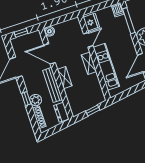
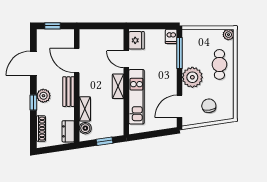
boiler: (49, 31) -> (85, 128), moved
door: (88, 40) -> (126, 59), swing flipped
shelving: (65, 78) -> (85, 109), moved
bench: (53, 85) -> (69, 92), width x0.73
plant: (36, 100) -> (43, 96), moved

